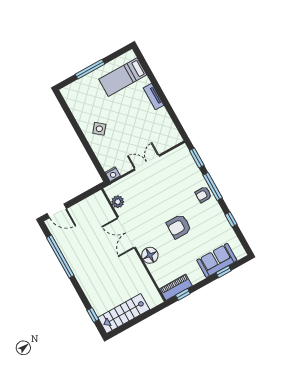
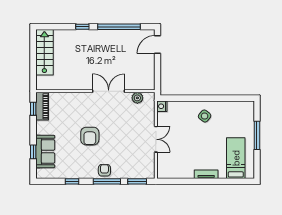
armchair: (179, 226) -> (90, 136), turned 180
floor lamp: (150, 255) -> (80, 100), removed
window: (93, 315) -> (82, 27), moved

